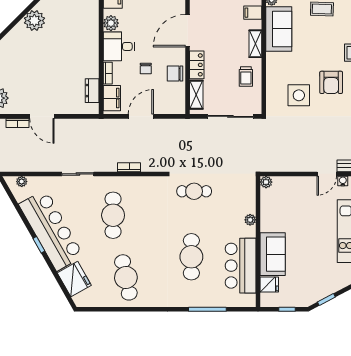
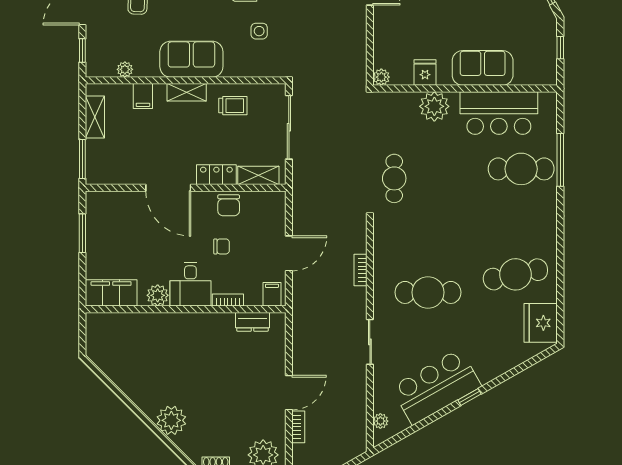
plant: (34, 21) -> (171, 420), moved
sofa: (279, 29) -> (191, 59), moved
side table: (299, 95) -> (259, 31), width x0.54, depth x0.54
filing cabinet: (112, 98) -> (272, 294), width x0.50
door: (141, 116) -> (289, 253), swing flipped
plant: (250, 220) -> (434, 106), width x1.88, depth x1.88
bar counter: (51, 230) -> (436, 387), width x0.73
cafe table: (191, 257) -> (521, 169), moved
fridge: (74, 279) -> (541, 323), moved, turned -60
fridge: (269, 284) -> (425, 73), moved

